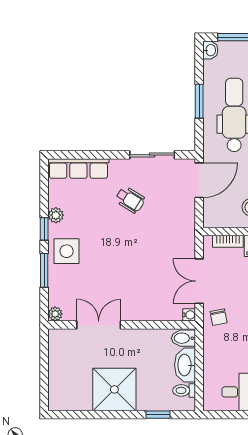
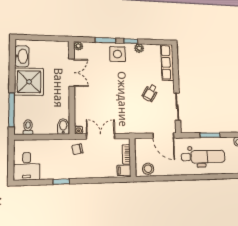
washbasin: (185, 365) -> (22, 56), moved, turned 90
window: (158, 415) -> (12, 110), width x2.17

